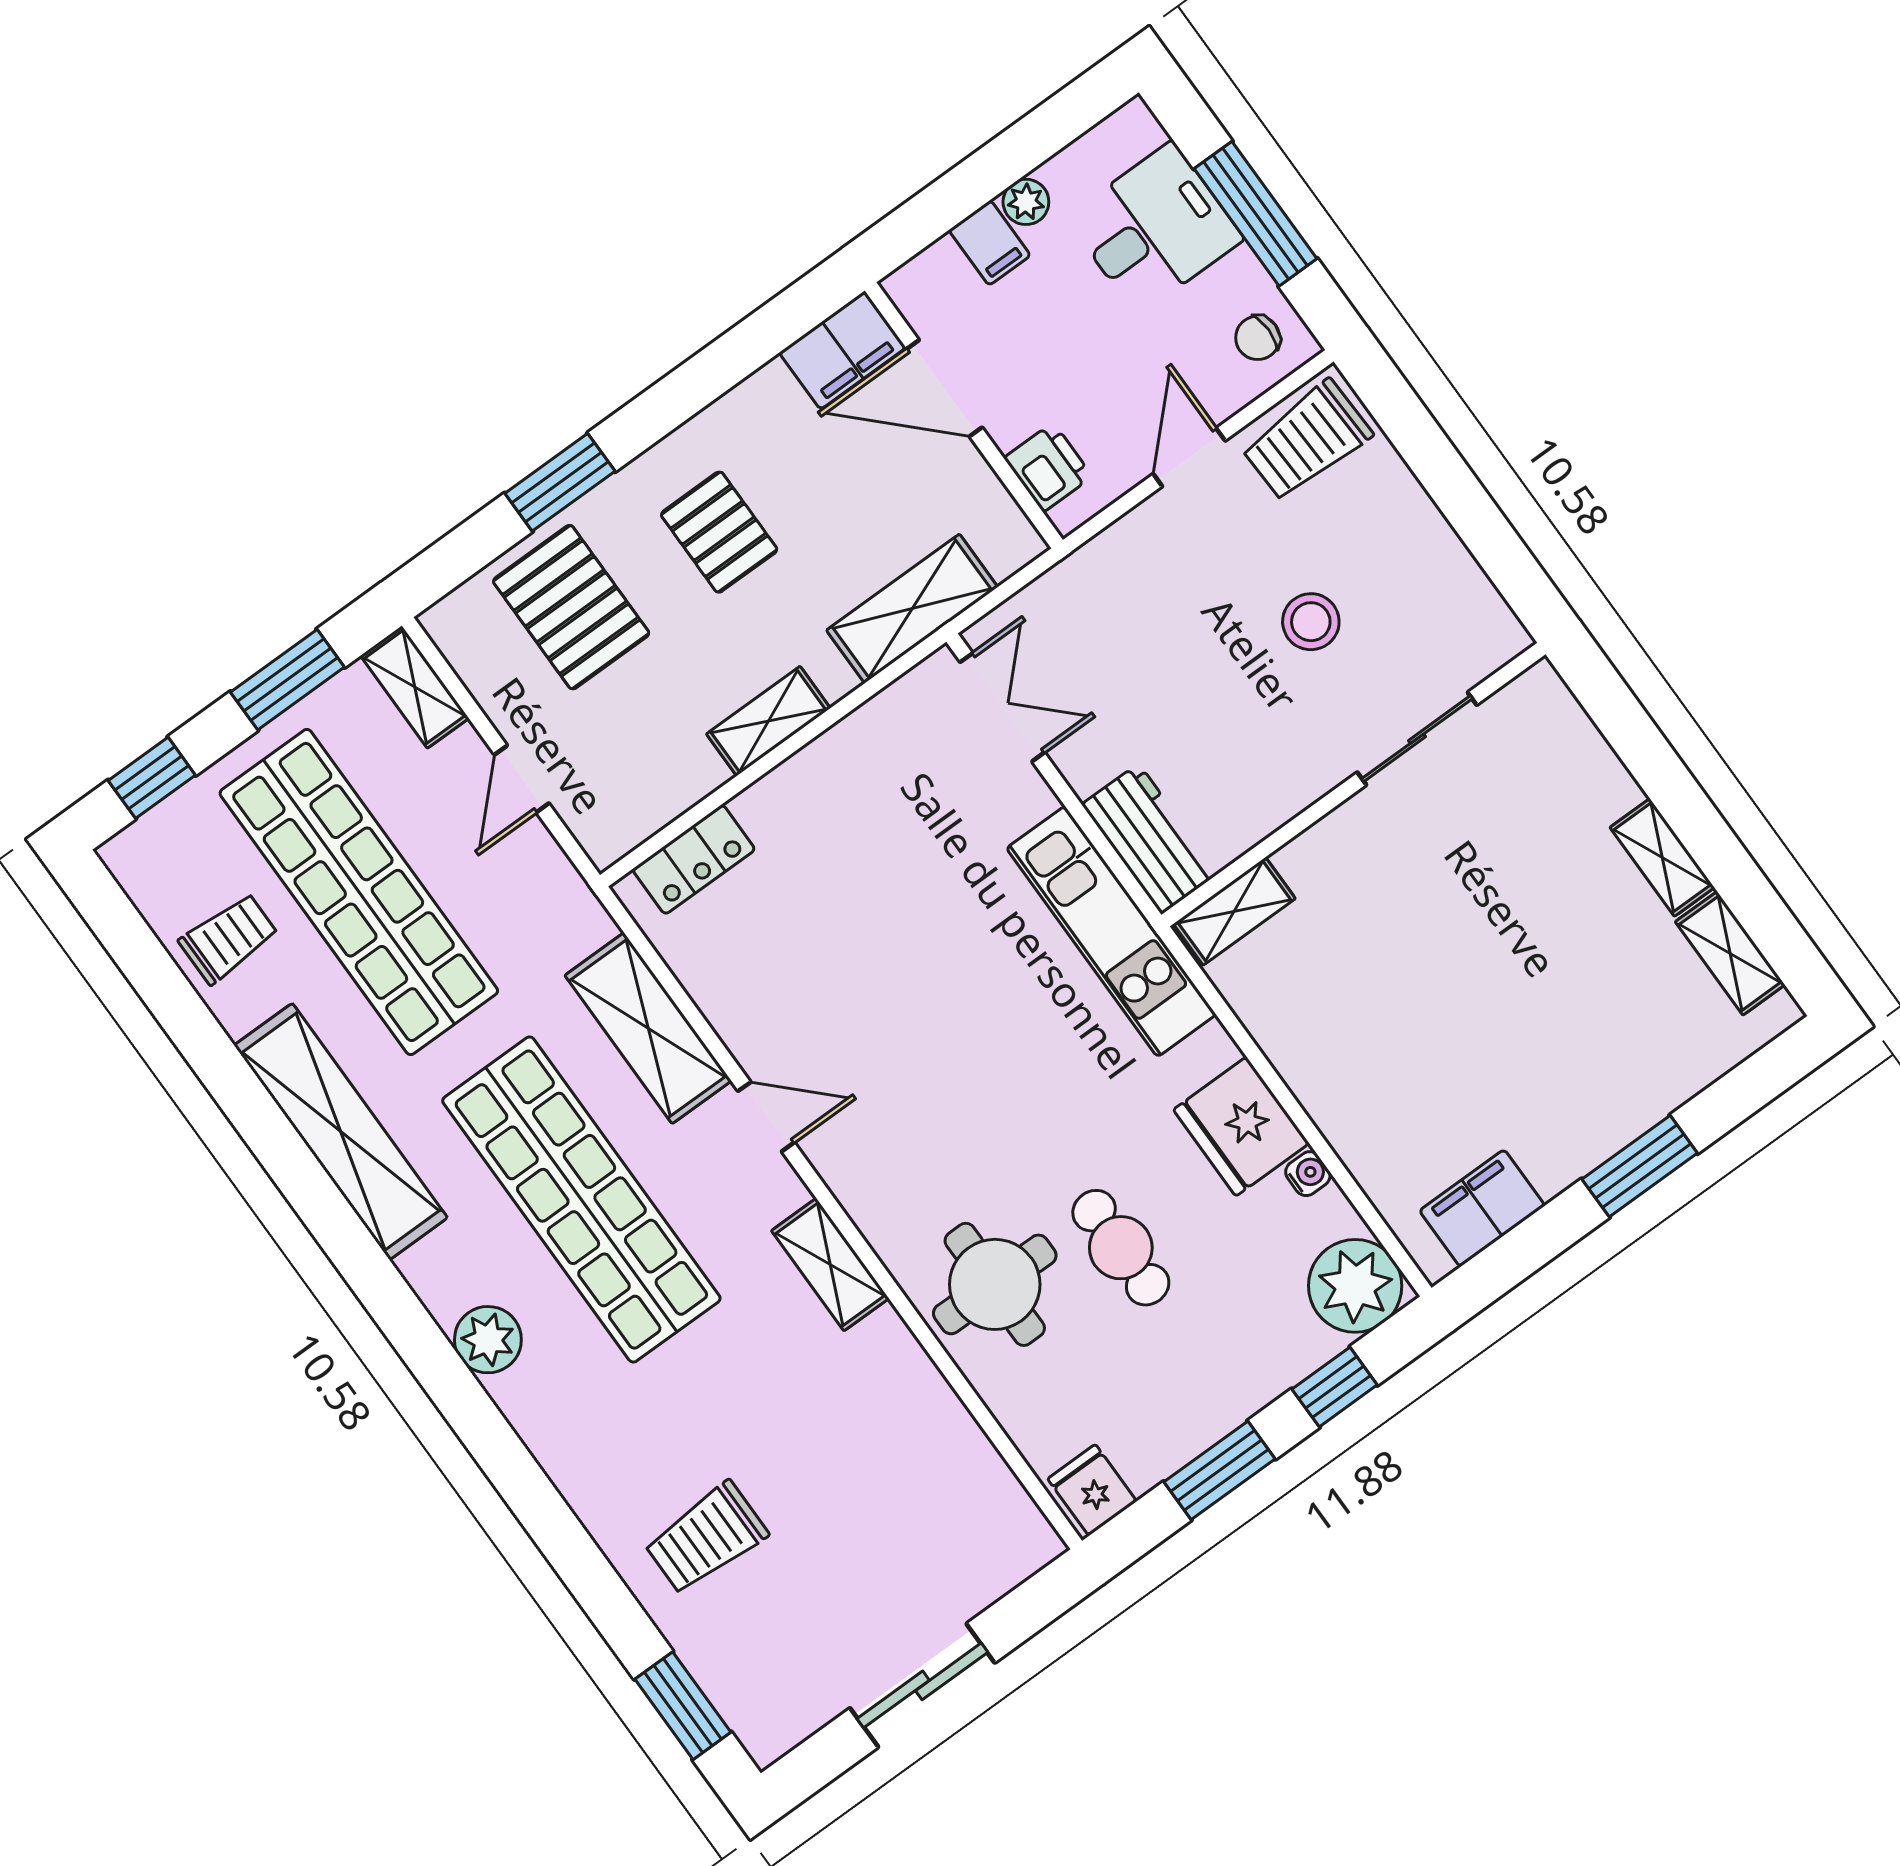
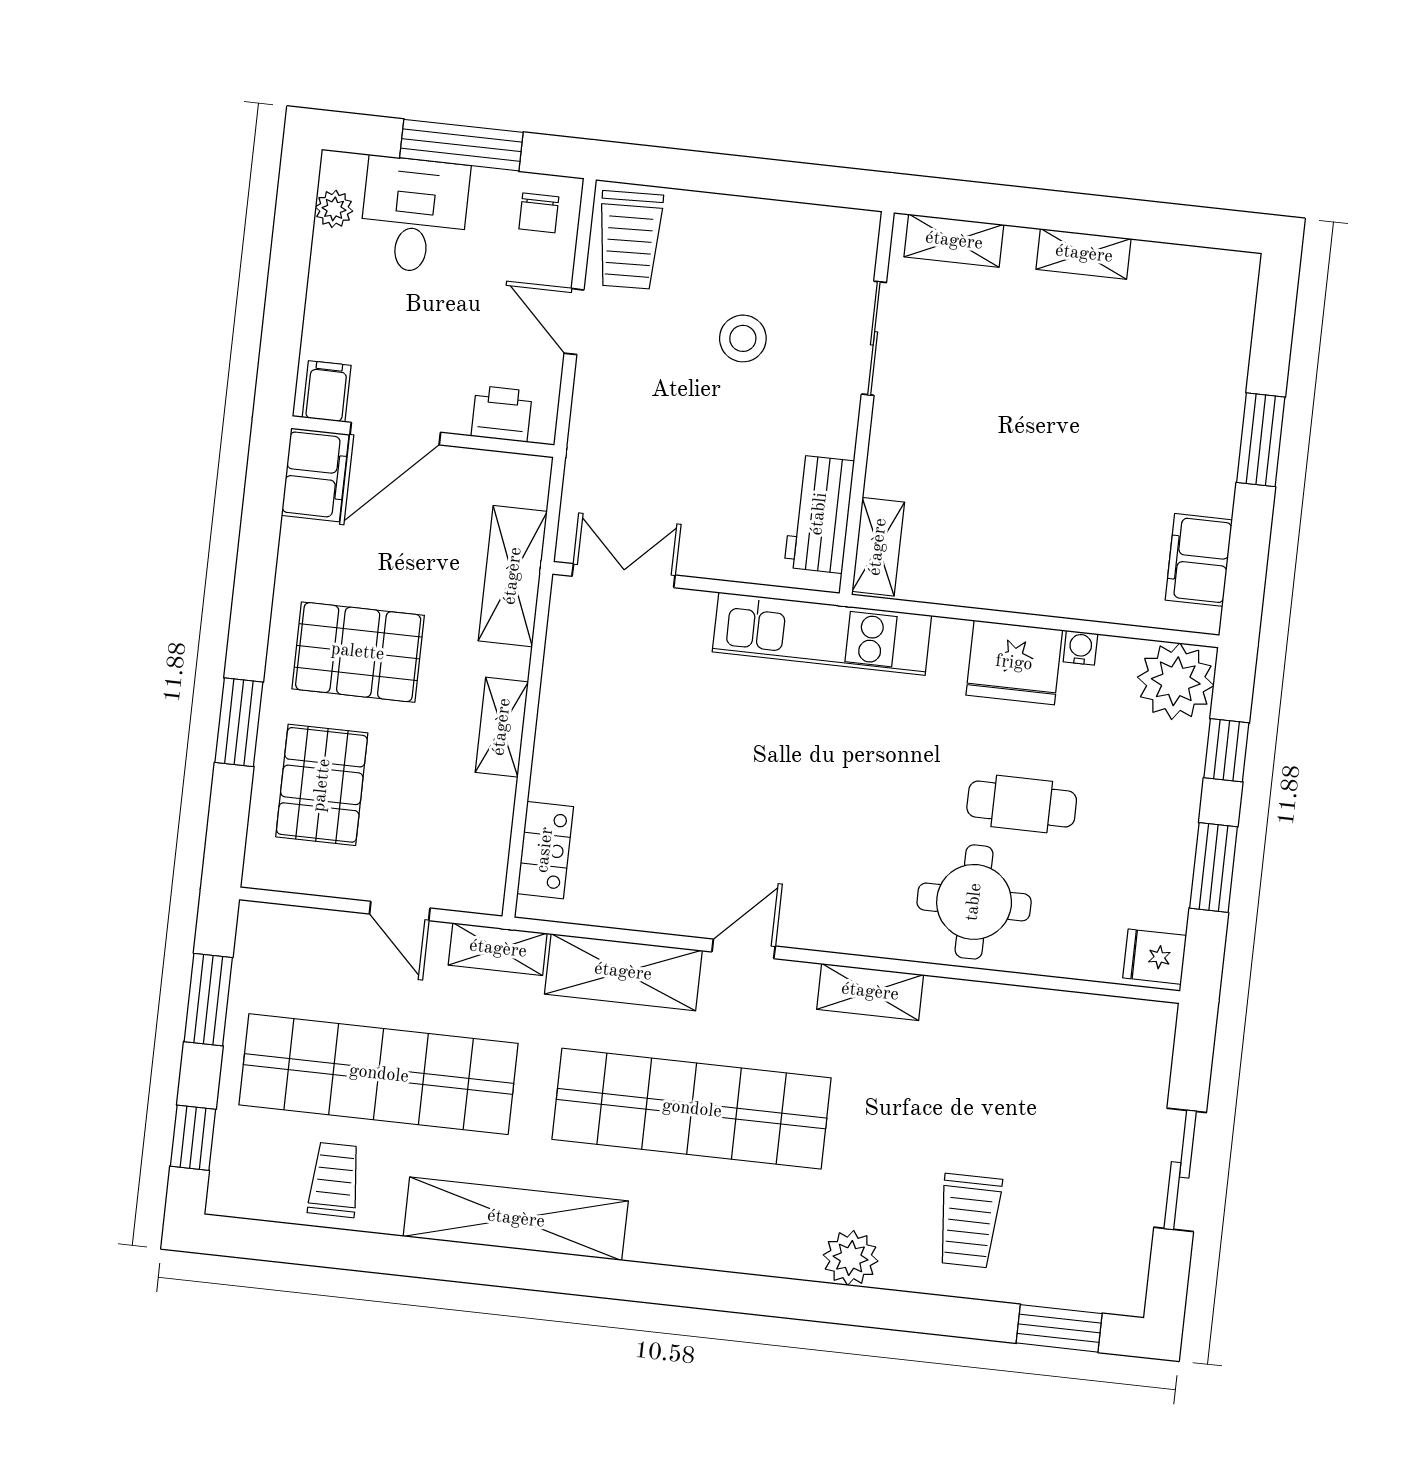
plant: (1026, 202) -> (334, 209), moved
filing cabinet: (990, 243) -> (327, 391), moved, turned -90
pallet: (719, 532) -> (358, 652), width x1.50, depth x1.42
pallet: (571, 607) -> (322, 785), turned 90
shelving: (415, 687) -> (498, 949), moved
workbench: (1150, 839) -> (819, 514), moved, turned -90
shelving: (1730, 953) -> (954, 241), moved
plant: (488, 1340) -> (851, 1258), moved

